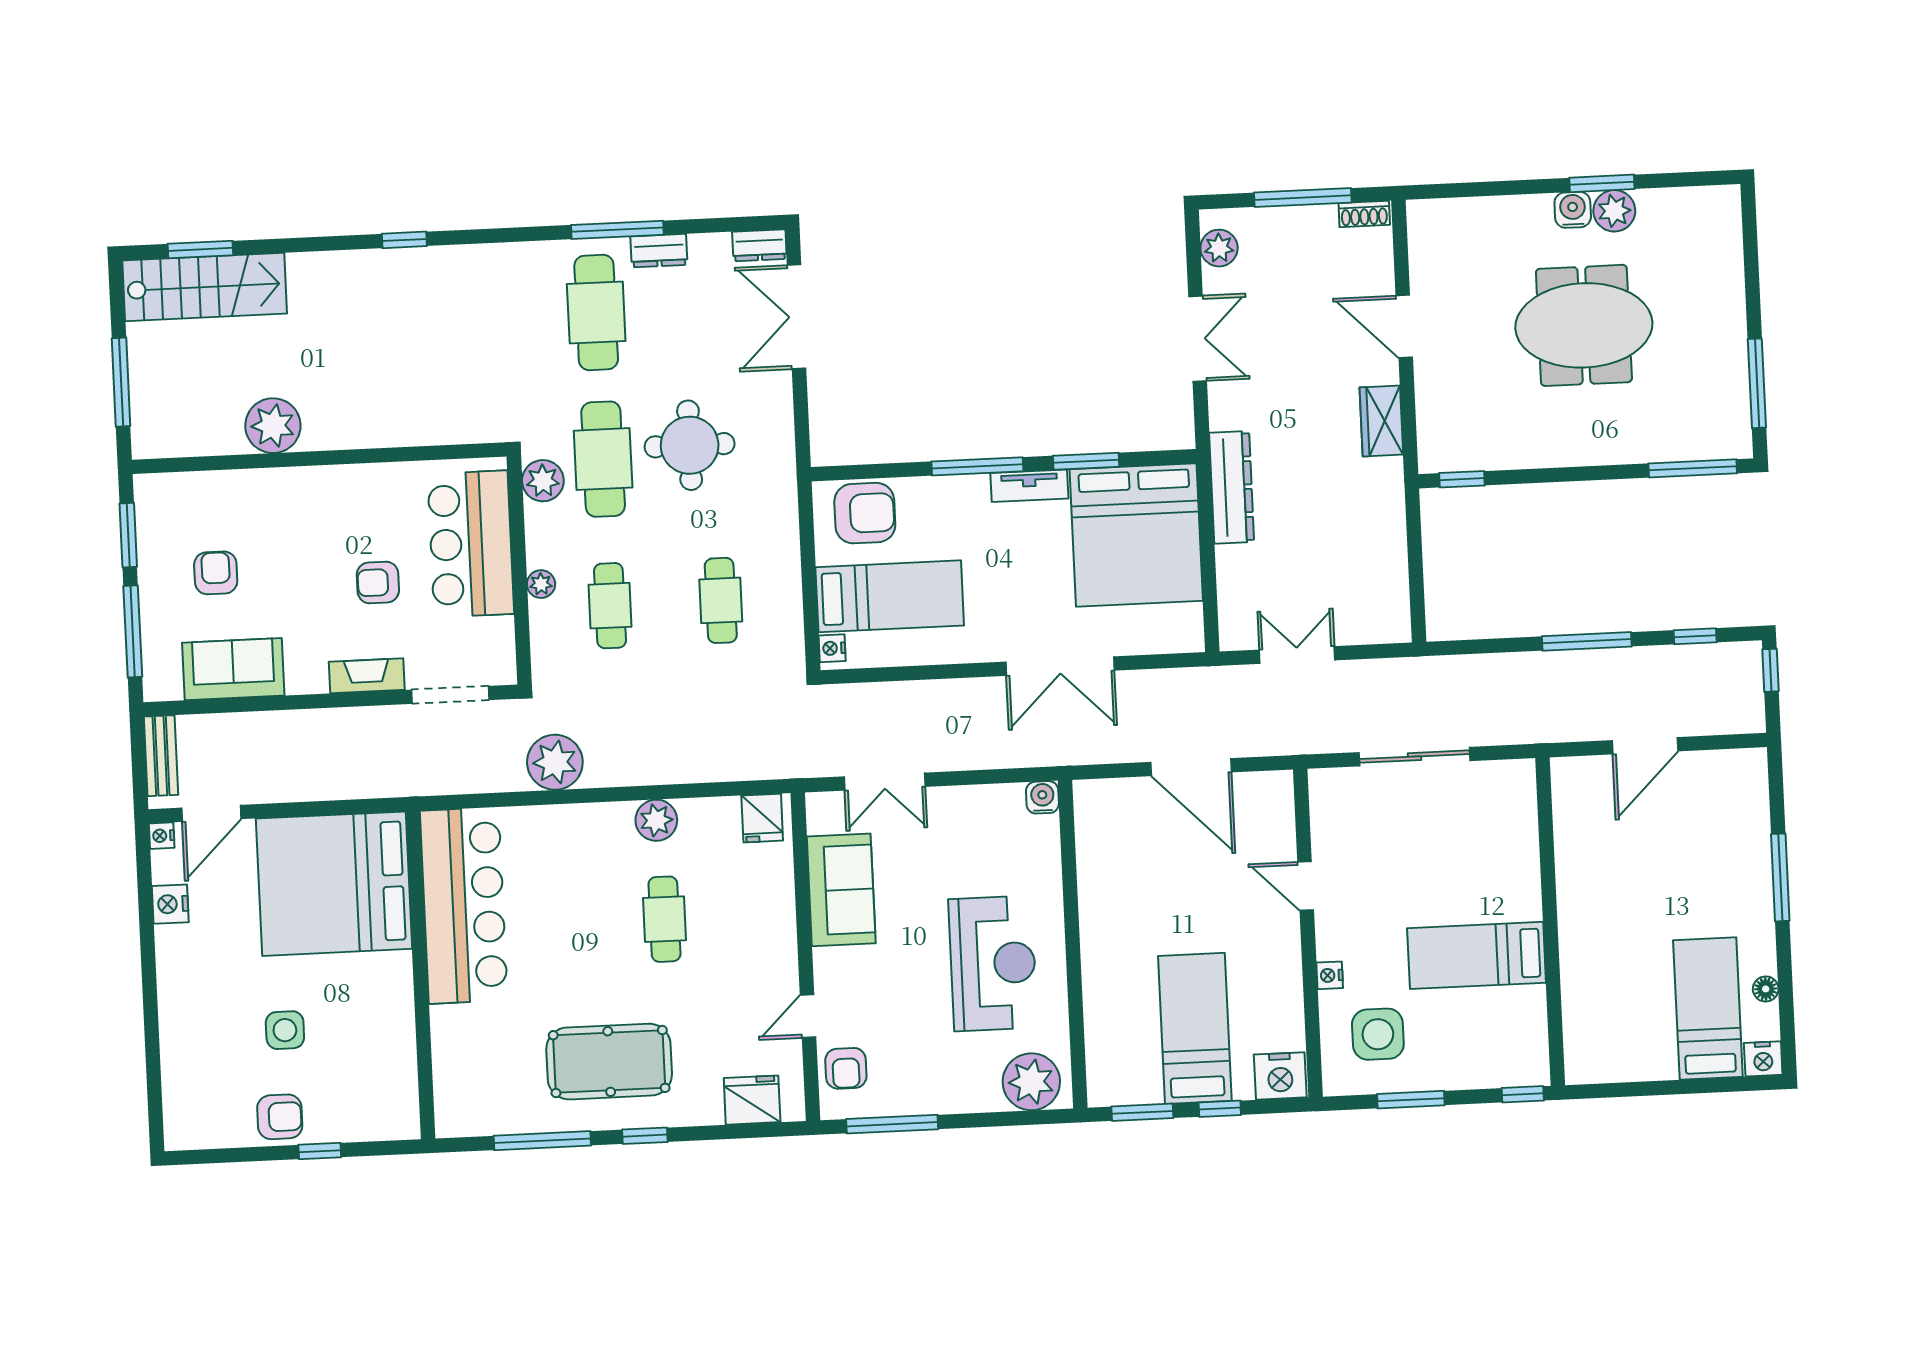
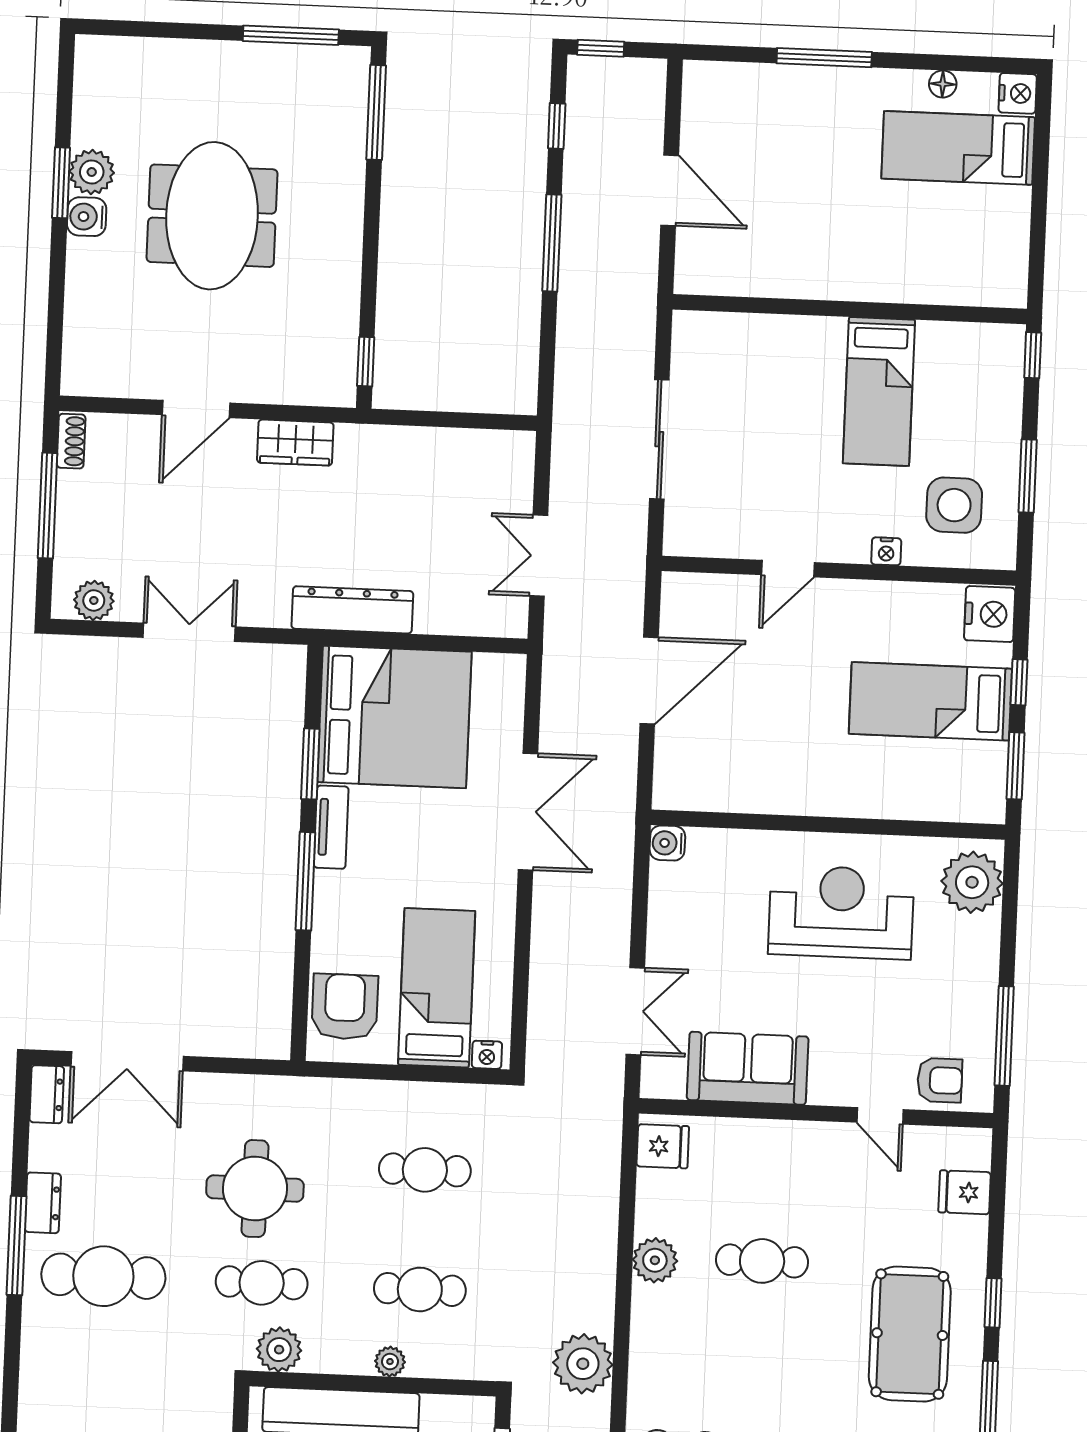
cafe table: (603, 459) -> (262, 1283), width x0.73, depth x0.74
fridge: (752, 1100) -> (965, 1192), width x0.72

